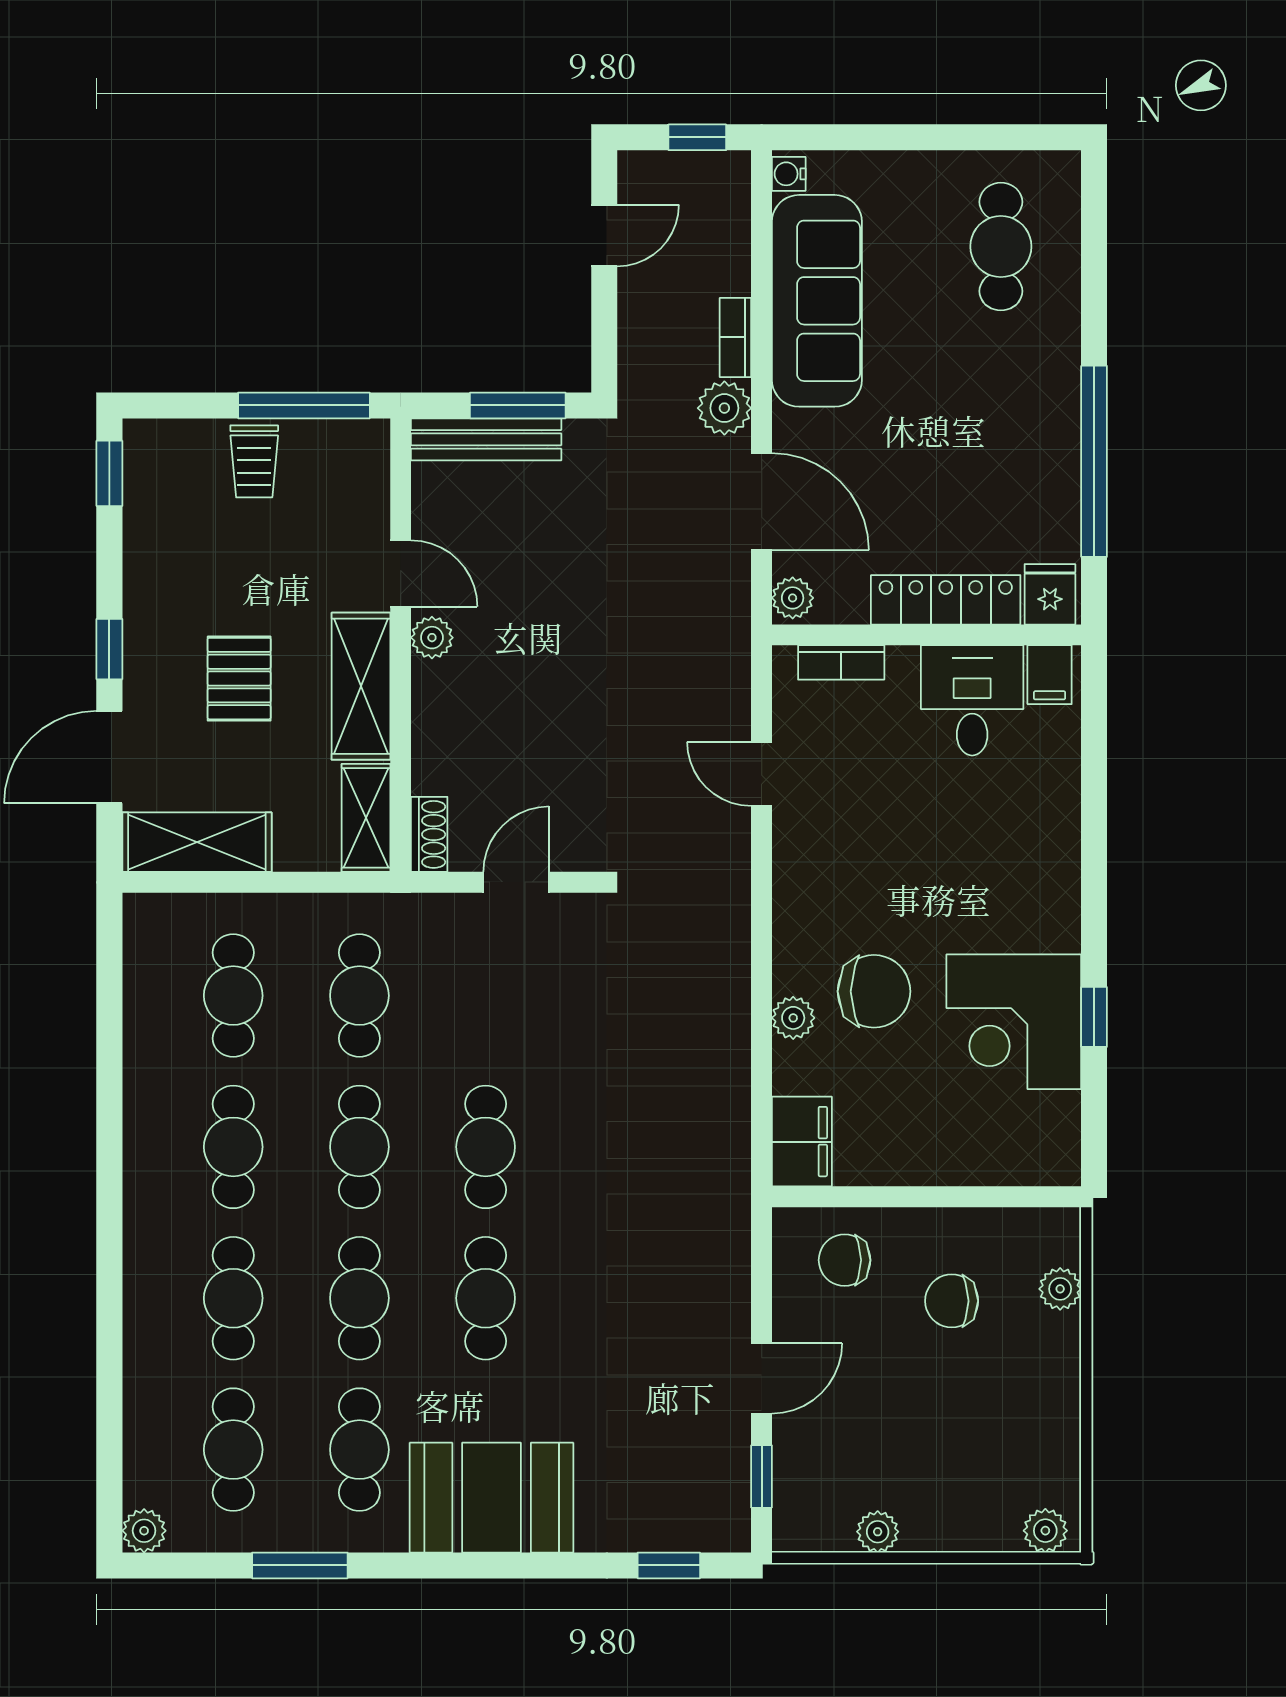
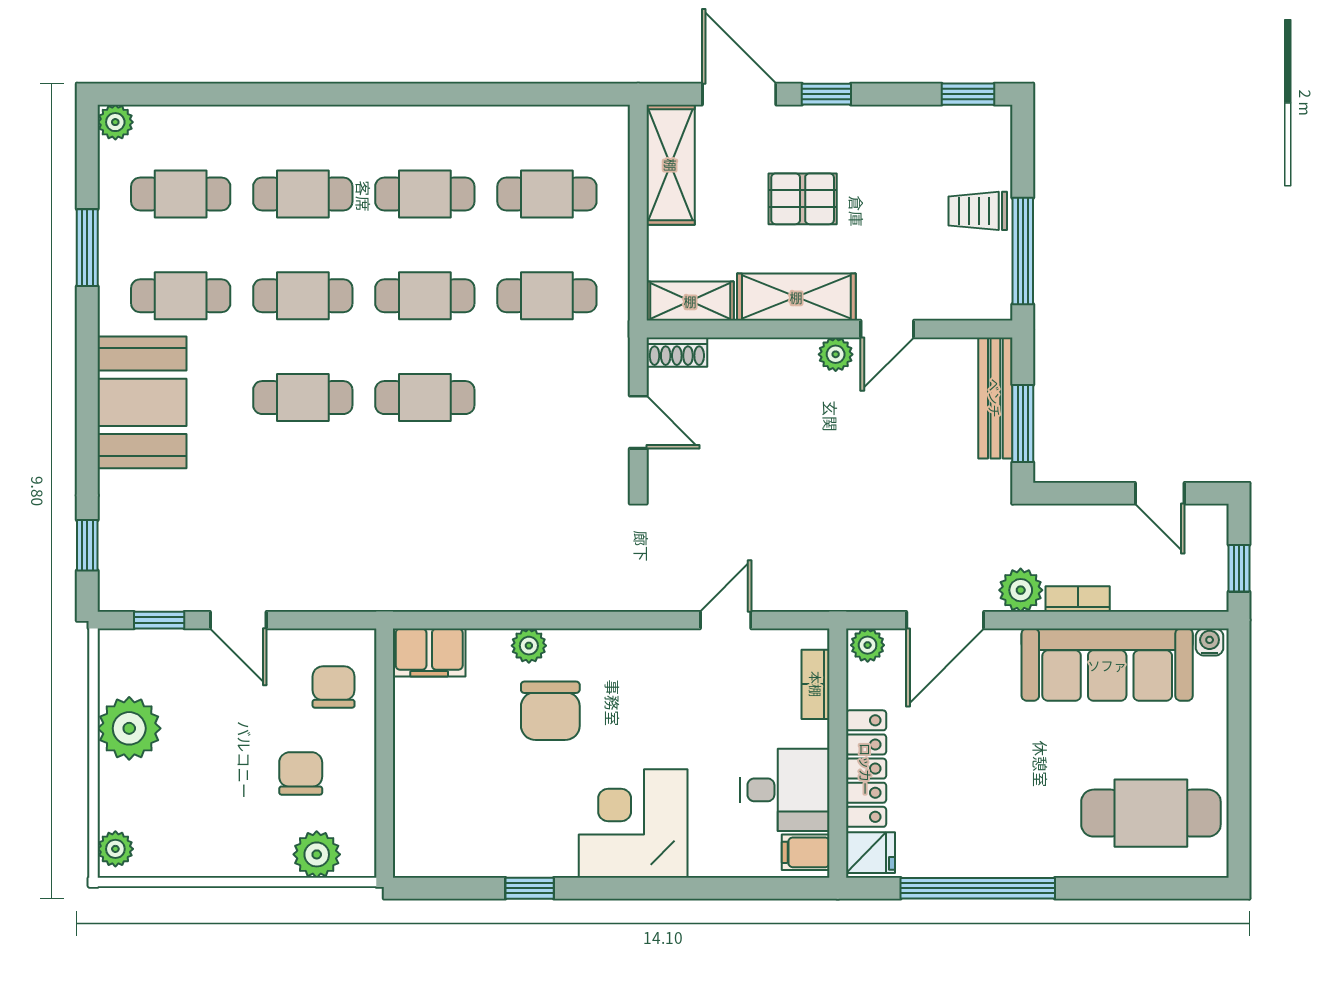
cafe table: (1001, 247) -> (1151, 813), width x1.37, depth x1.35
corner desk: (1014, 1022) -> (633, 823), moved
plant: (1060, 1289) -> (317, 854), width x1.38, depth x1.38
plant: (878, 1532) -> (129, 728), width x1.88, depth x1.88

